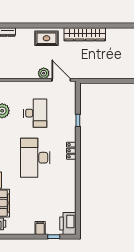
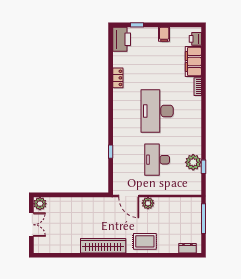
locker: (71, 151) -> (118, 78), moved
desk: (35, 158) -> (157, 111), turned 180
filing cabinet: (40, 228) -> (164, 34), moved

